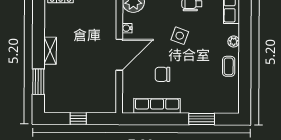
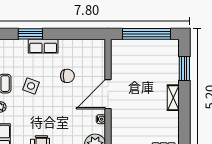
side table: (180, 36) -> (31, 86), moved
row of seats: (157, 106) -> (43, 46), moved, width x0.68
window: (78, 119) -> (147, 34), width x3.17

